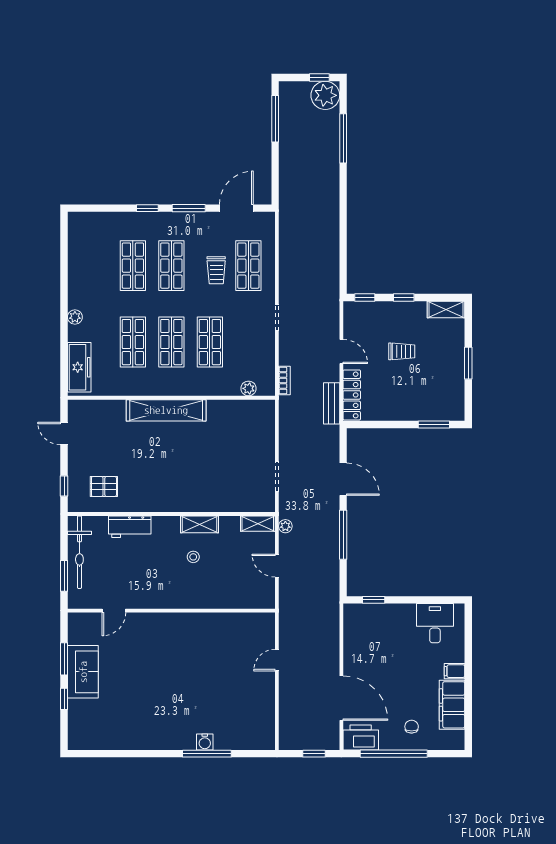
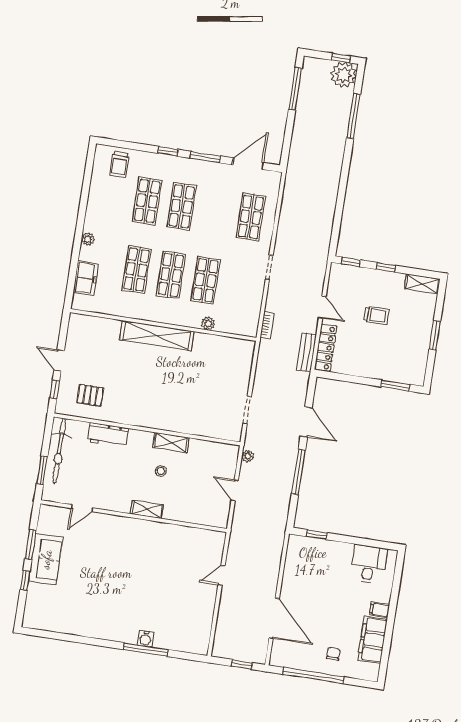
trolley: (216, 270) -> (119, 165), moved
freezer: (79, 367) -> (86, 278), width x0.71
plant: (248, 388) -> (208, 323), moved
door: (64, 434) -> (59, 361), moved
shelving: (258, 524) -> (147, 509), moved
printer: (361, 737) -> (286, 656), removed

